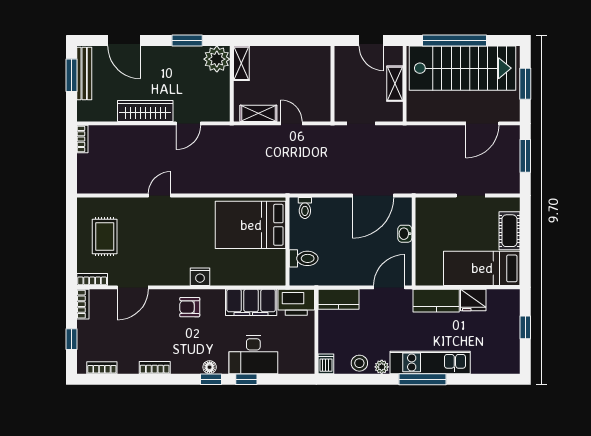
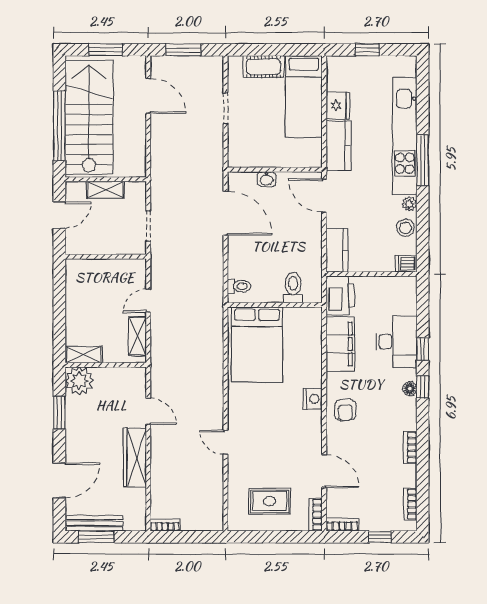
kitchen unit: (430, 362) -> (405, 136), width x1.36

